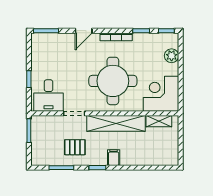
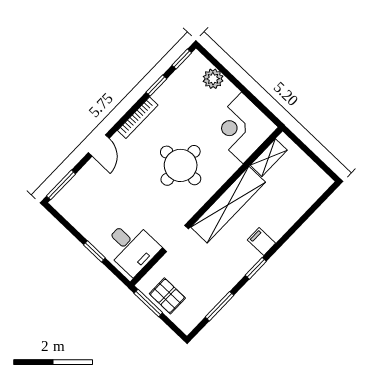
round table: (113, 81) -> (181, 165), width x0.73, depth x0.73
pallet: (75, 147) -> (167, 296), moved, turned 90

